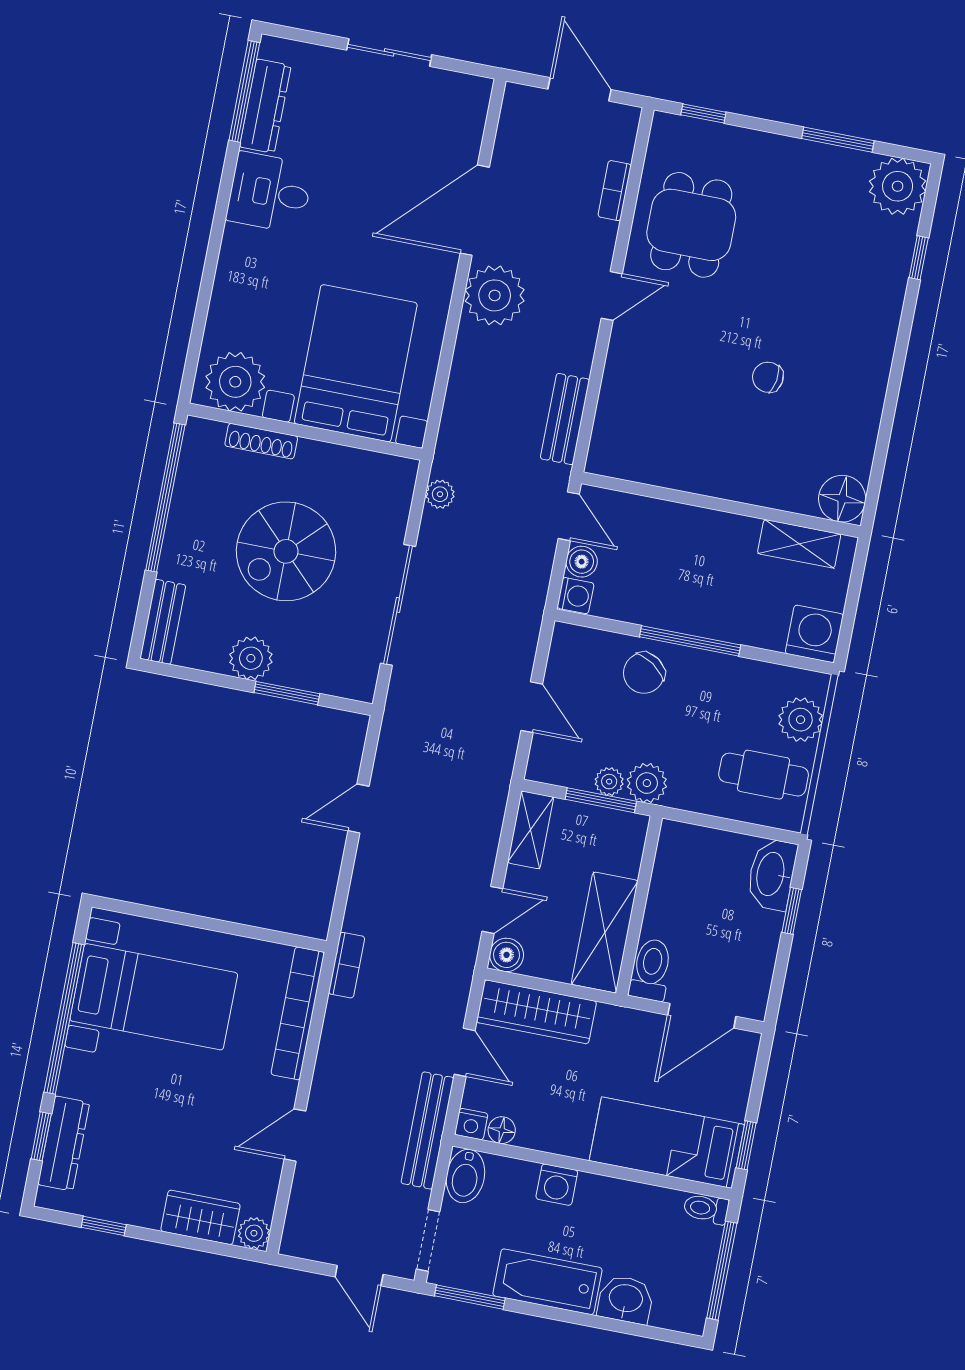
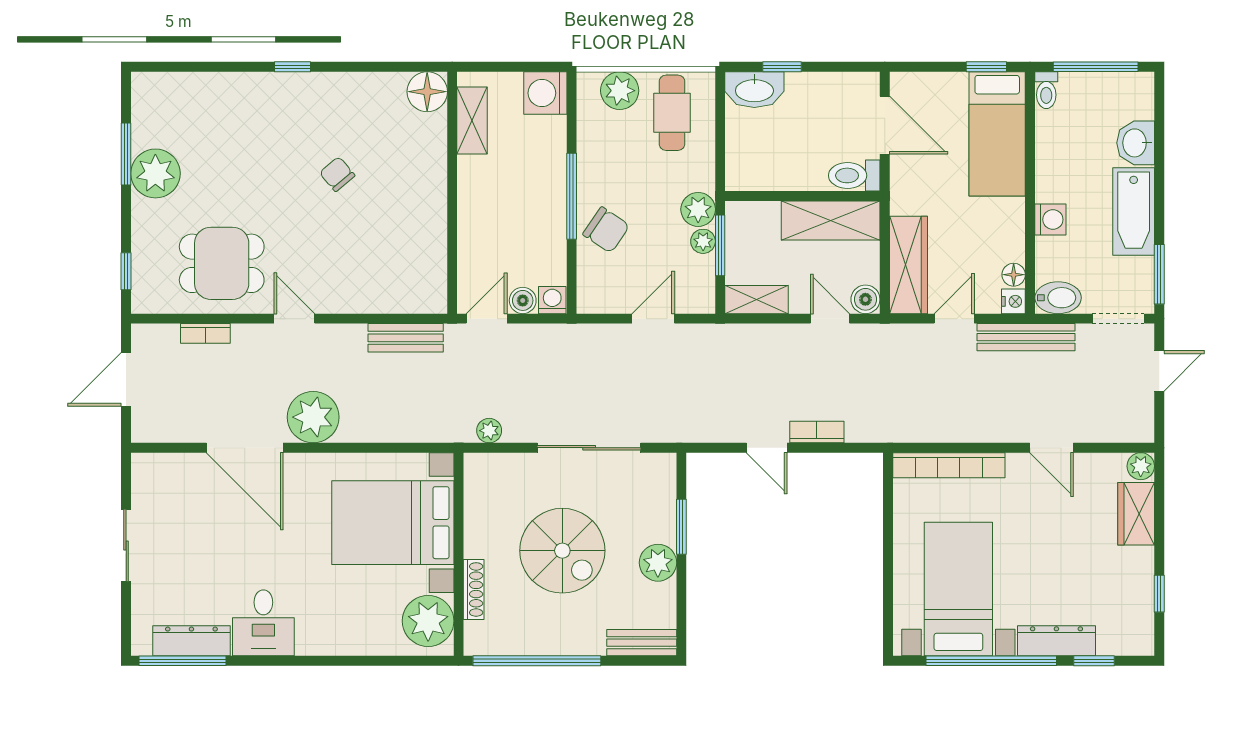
plant: (898, 186) -> (155, 173), moved
window: (919, 258) -> (293, 67), moved
chair: (768, 377) -> (337, 174), turned 131
bookcase: (347, 965) -> (817, 432), moved
dresser: (64, 1144) -> (1056, 641), moved

